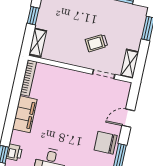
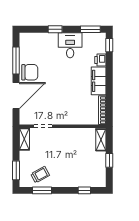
trolley: (96, 43) -> (40, 175), moved
door: (128, 118) -> (16, 96), width x1.87
printer: (14, 152) -> (100, 60), moved

